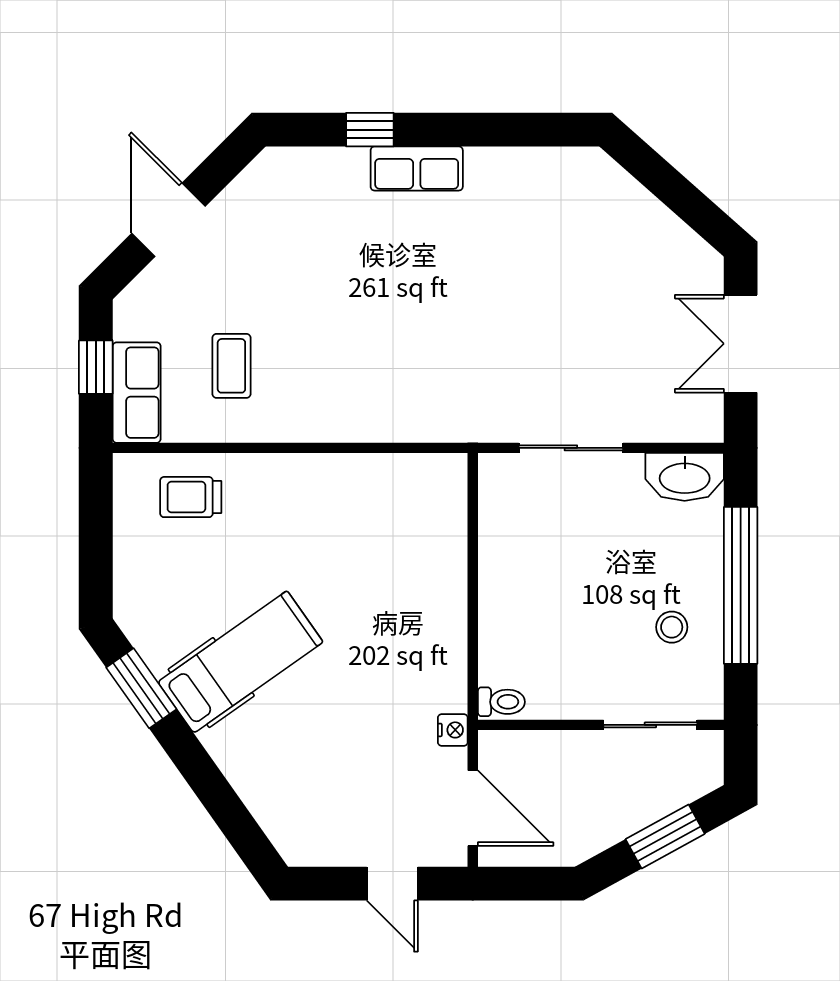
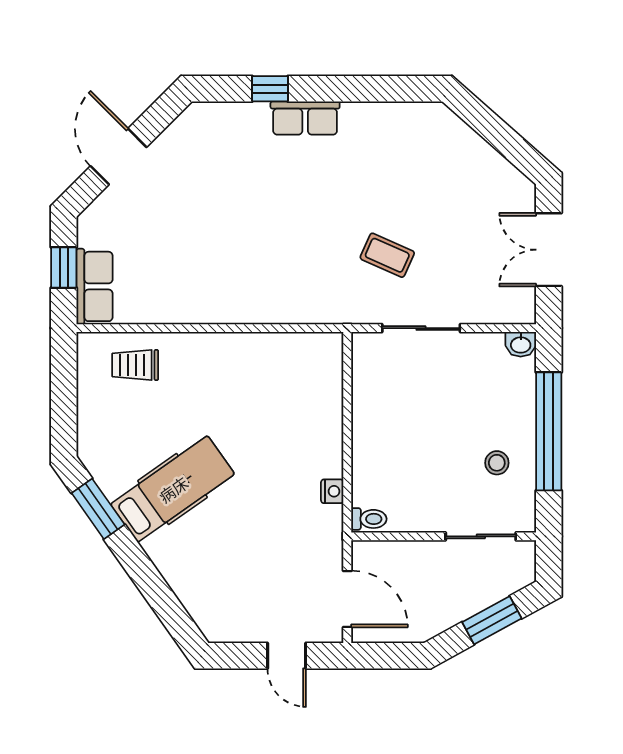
coffee table: (231, 366) -> (387, 255), moved, turned -66
washbasin: (685, 477) -> (521, 344), width x0.52, depth x0.69
nightstand: (453, 730) -> (332, 491), moved

